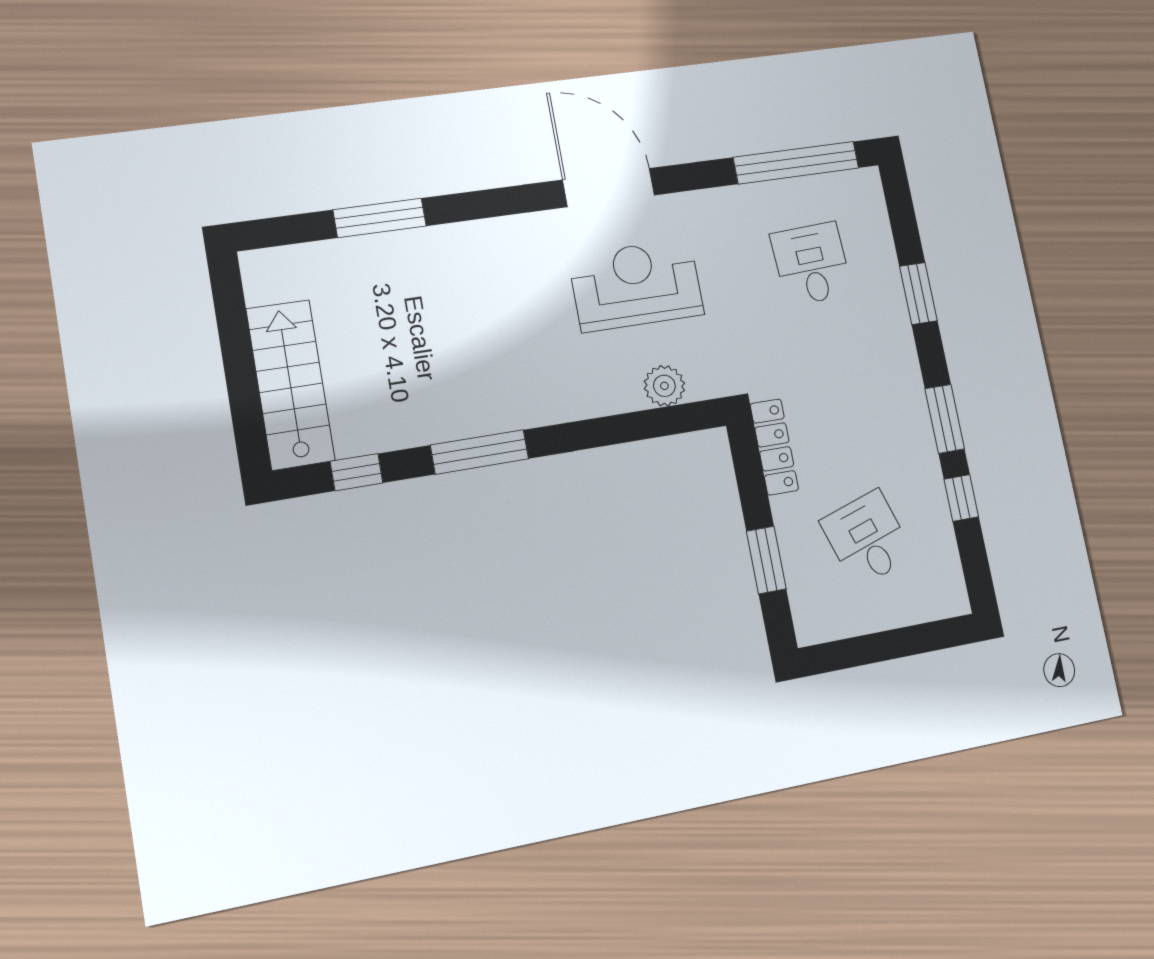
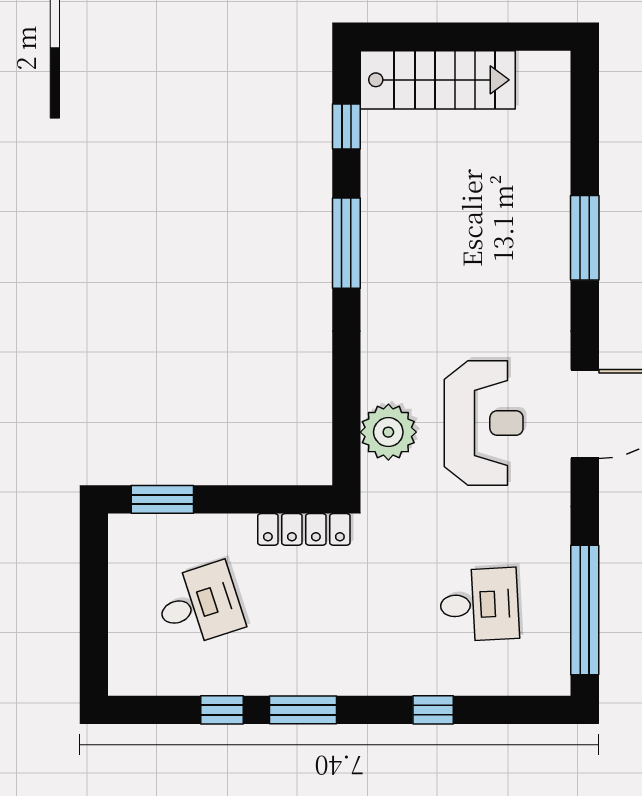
window: (380, 218) -> (585, 238), moved
window: (918, 293) -> (433, 710), width x0.67
plant: (664, 386) -> (388, 432), width x1.36, depth x1.36
window: (766, 560) -> (162, 499), moved

